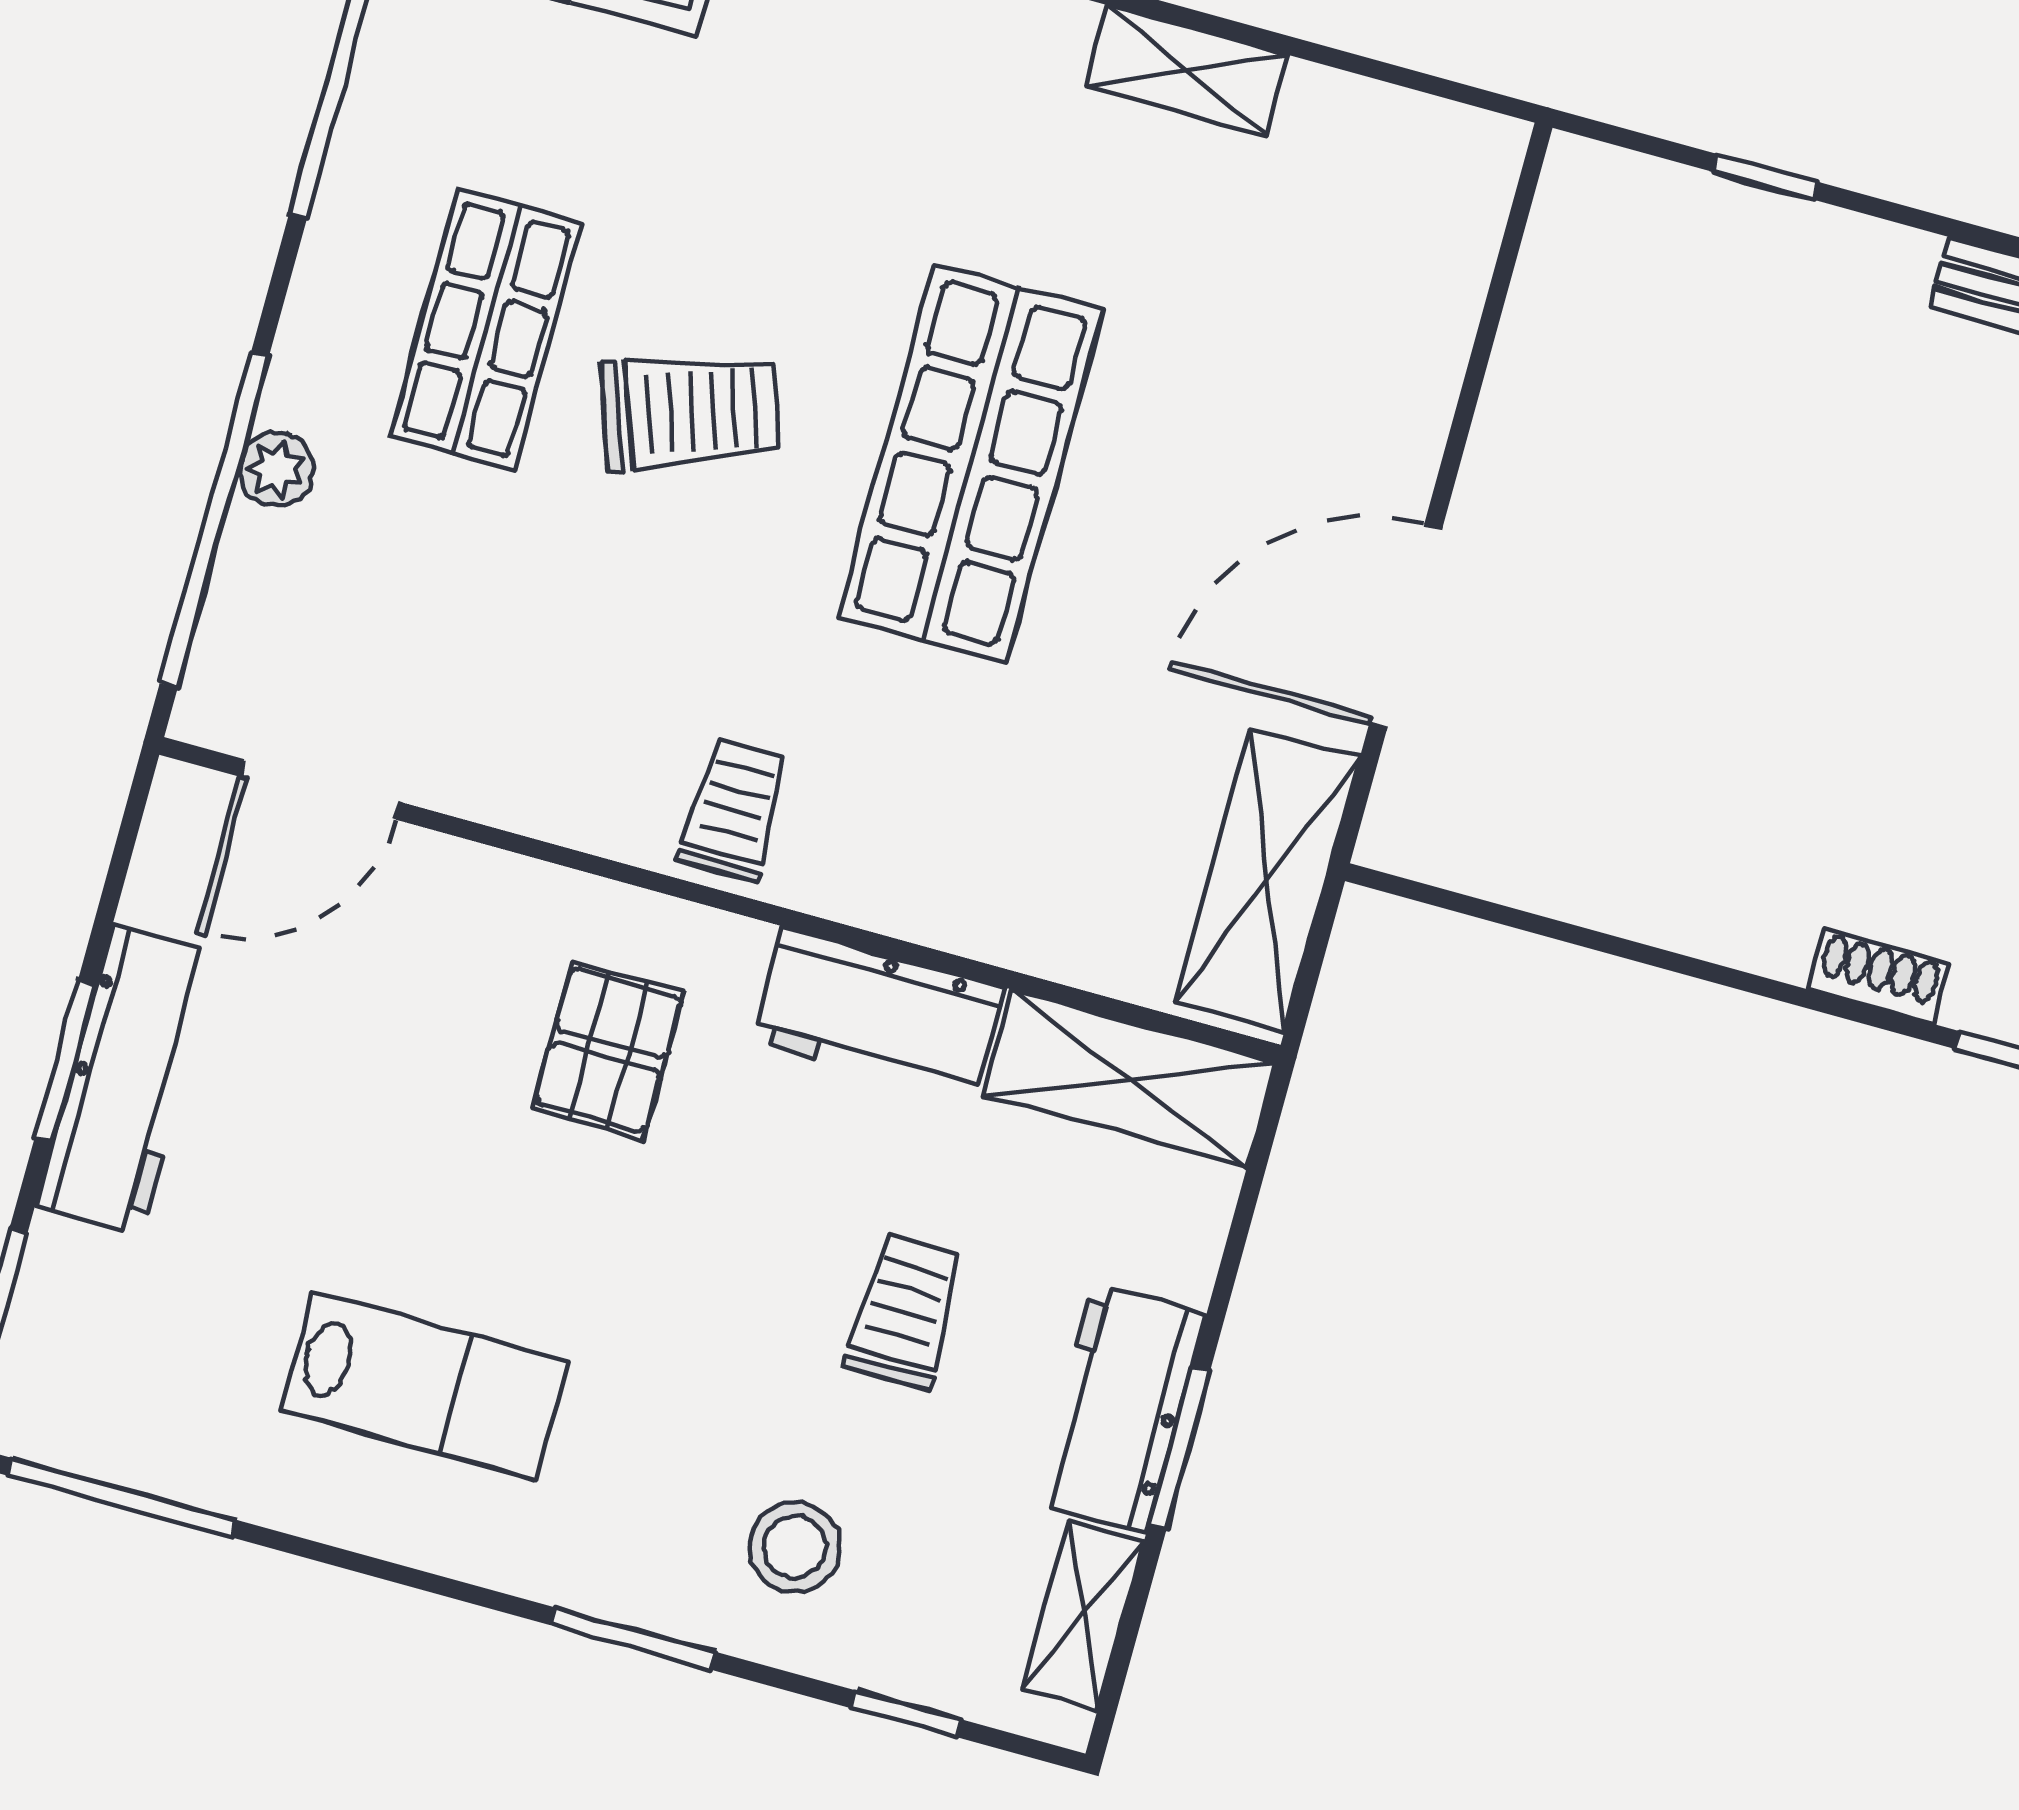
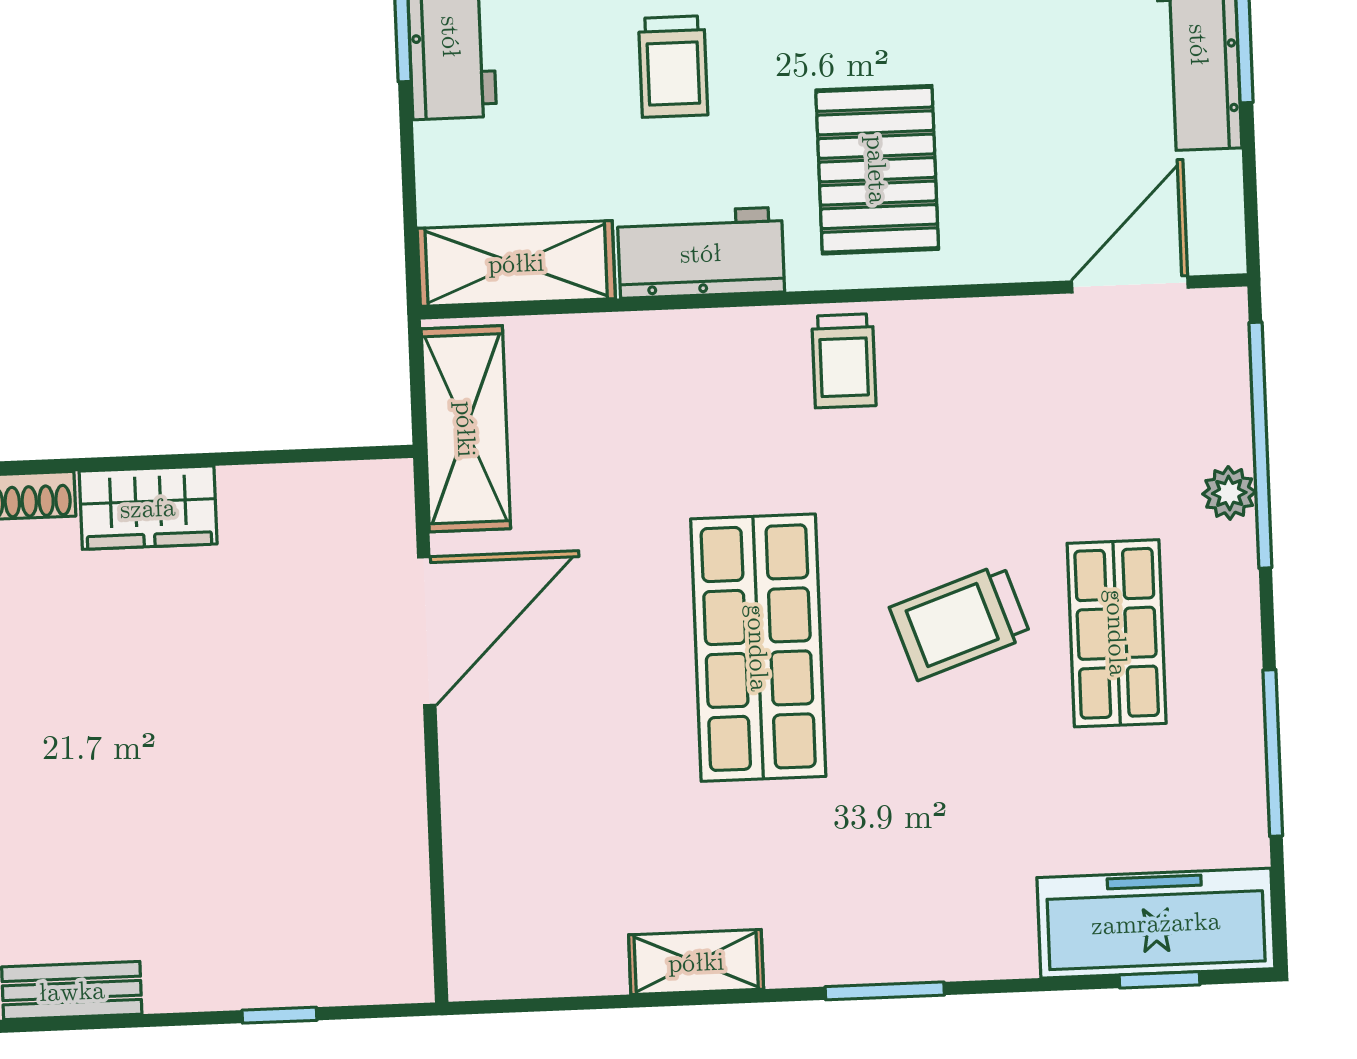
wardrobe: (1725, 910) -> (148, 508), added
pallet: (608, 1050) -> (877, 170), width x1.50, depth x1.42
trolley: (904, 1311) -> (673, 67), moved

